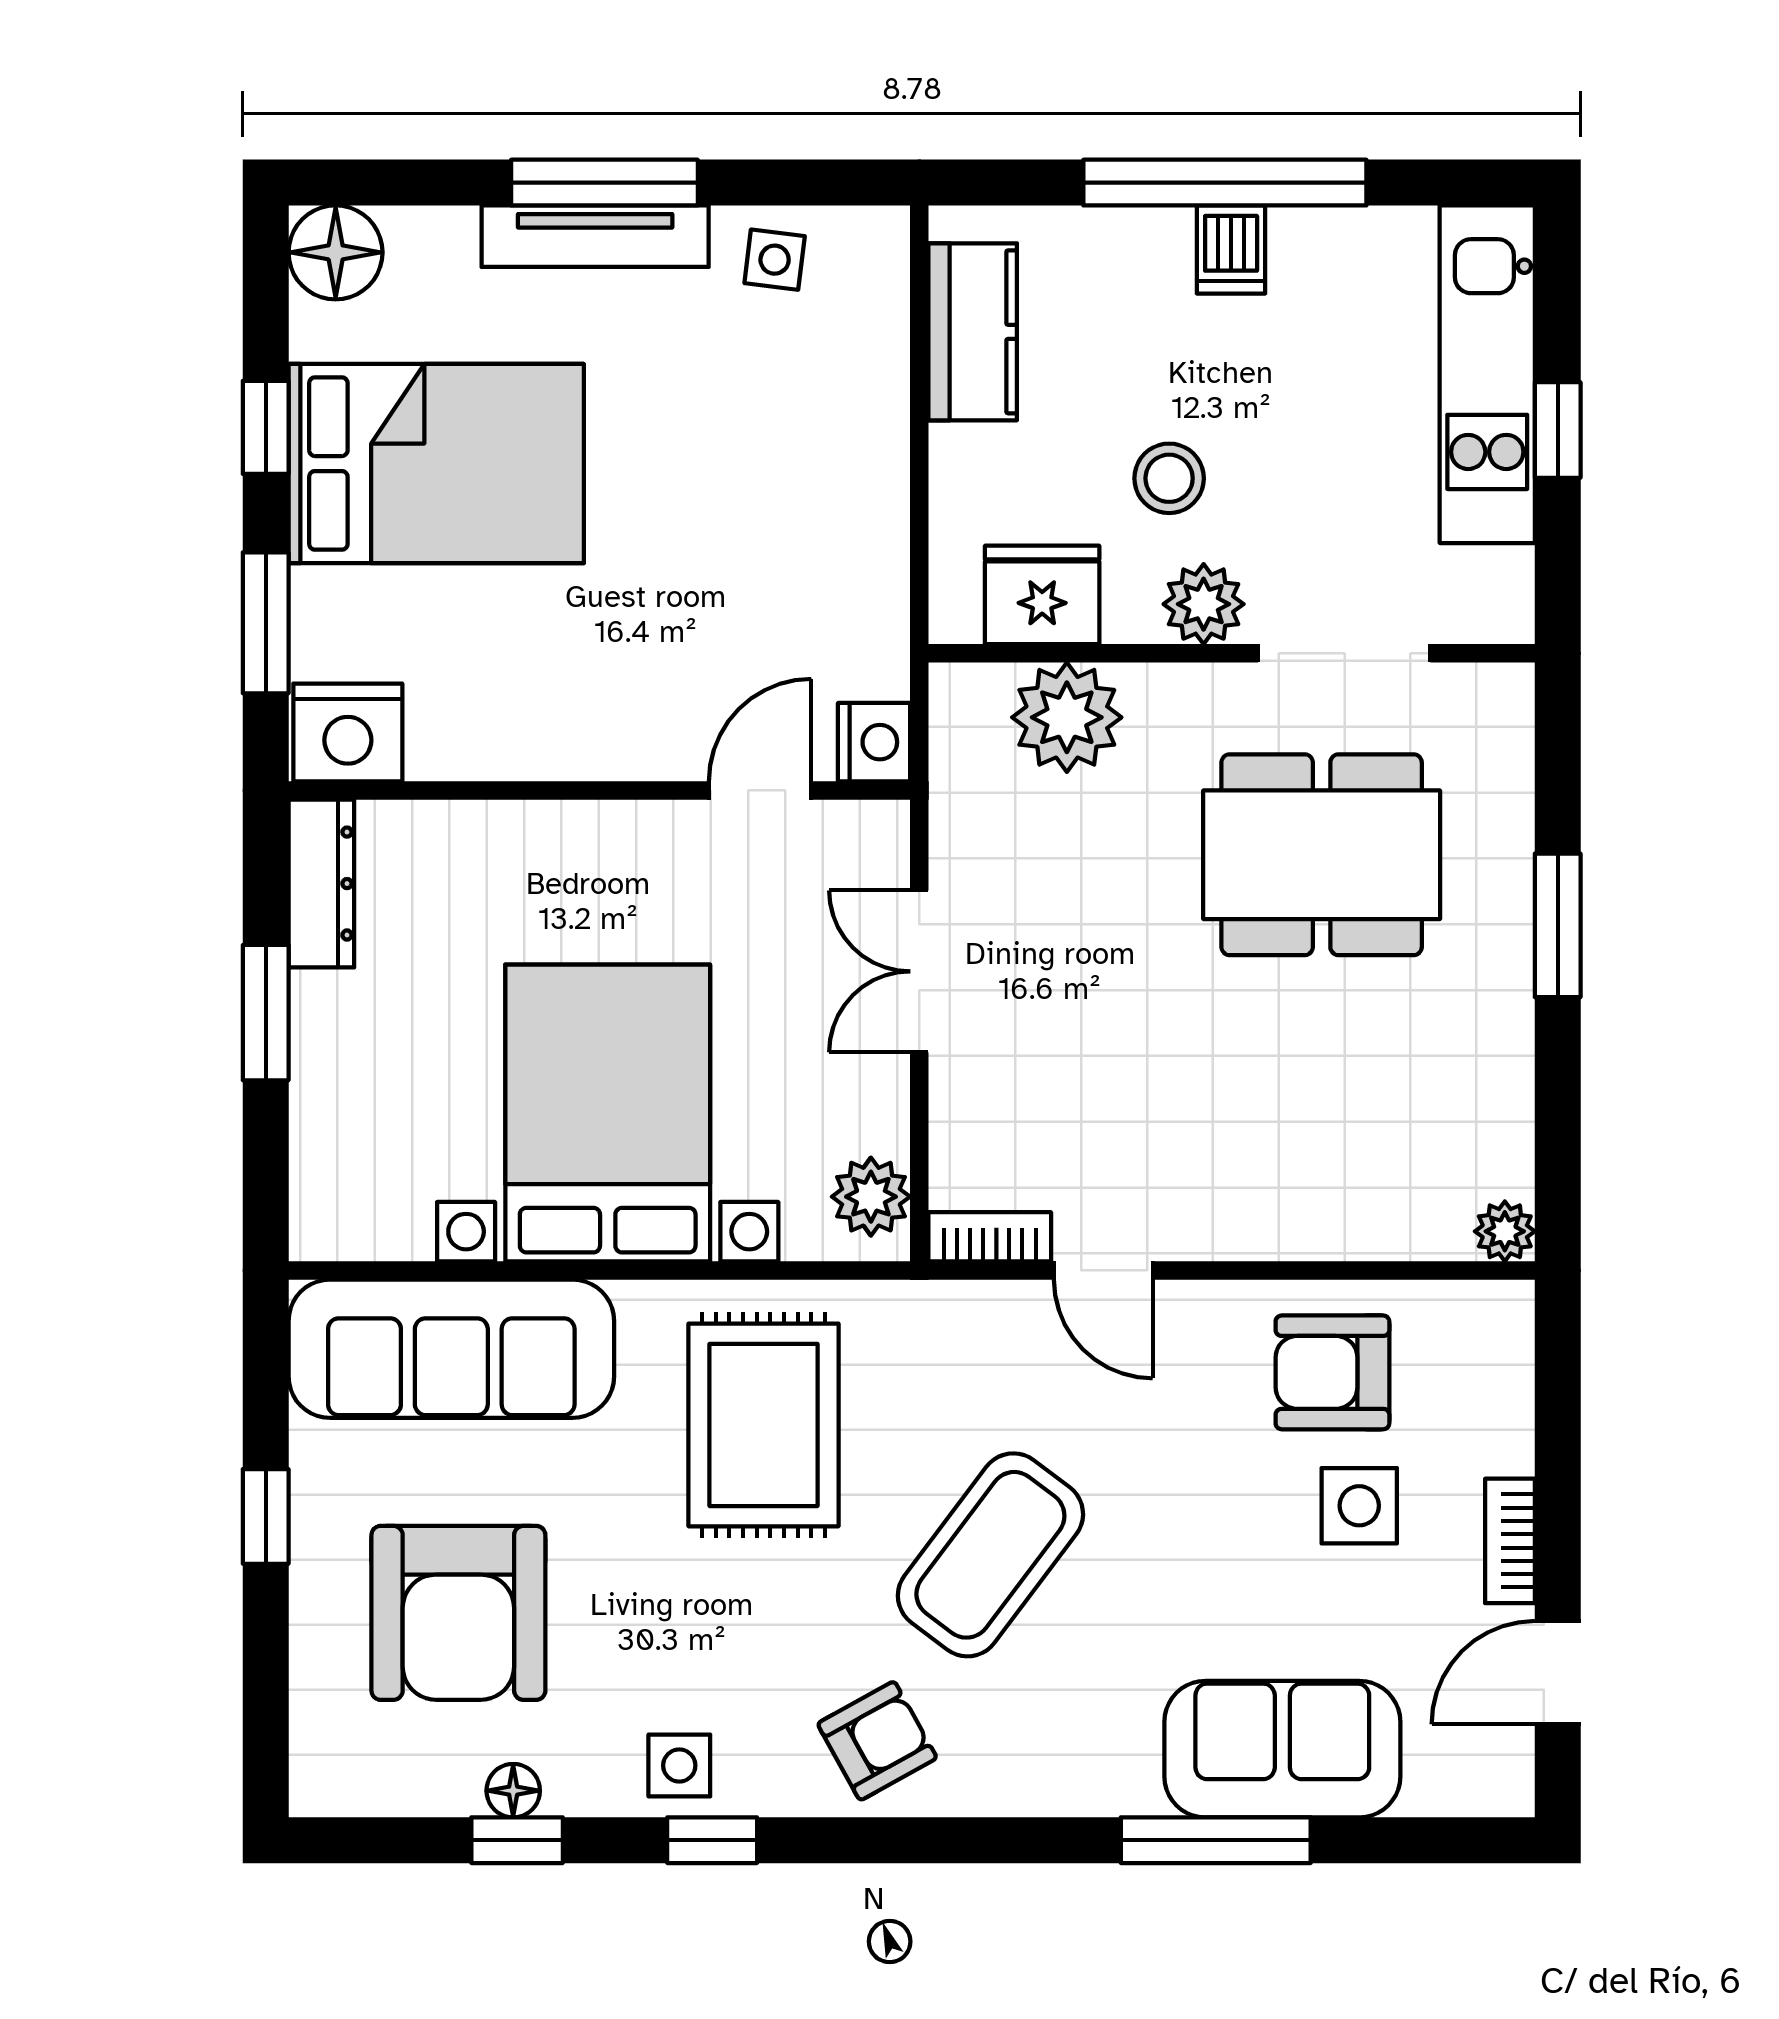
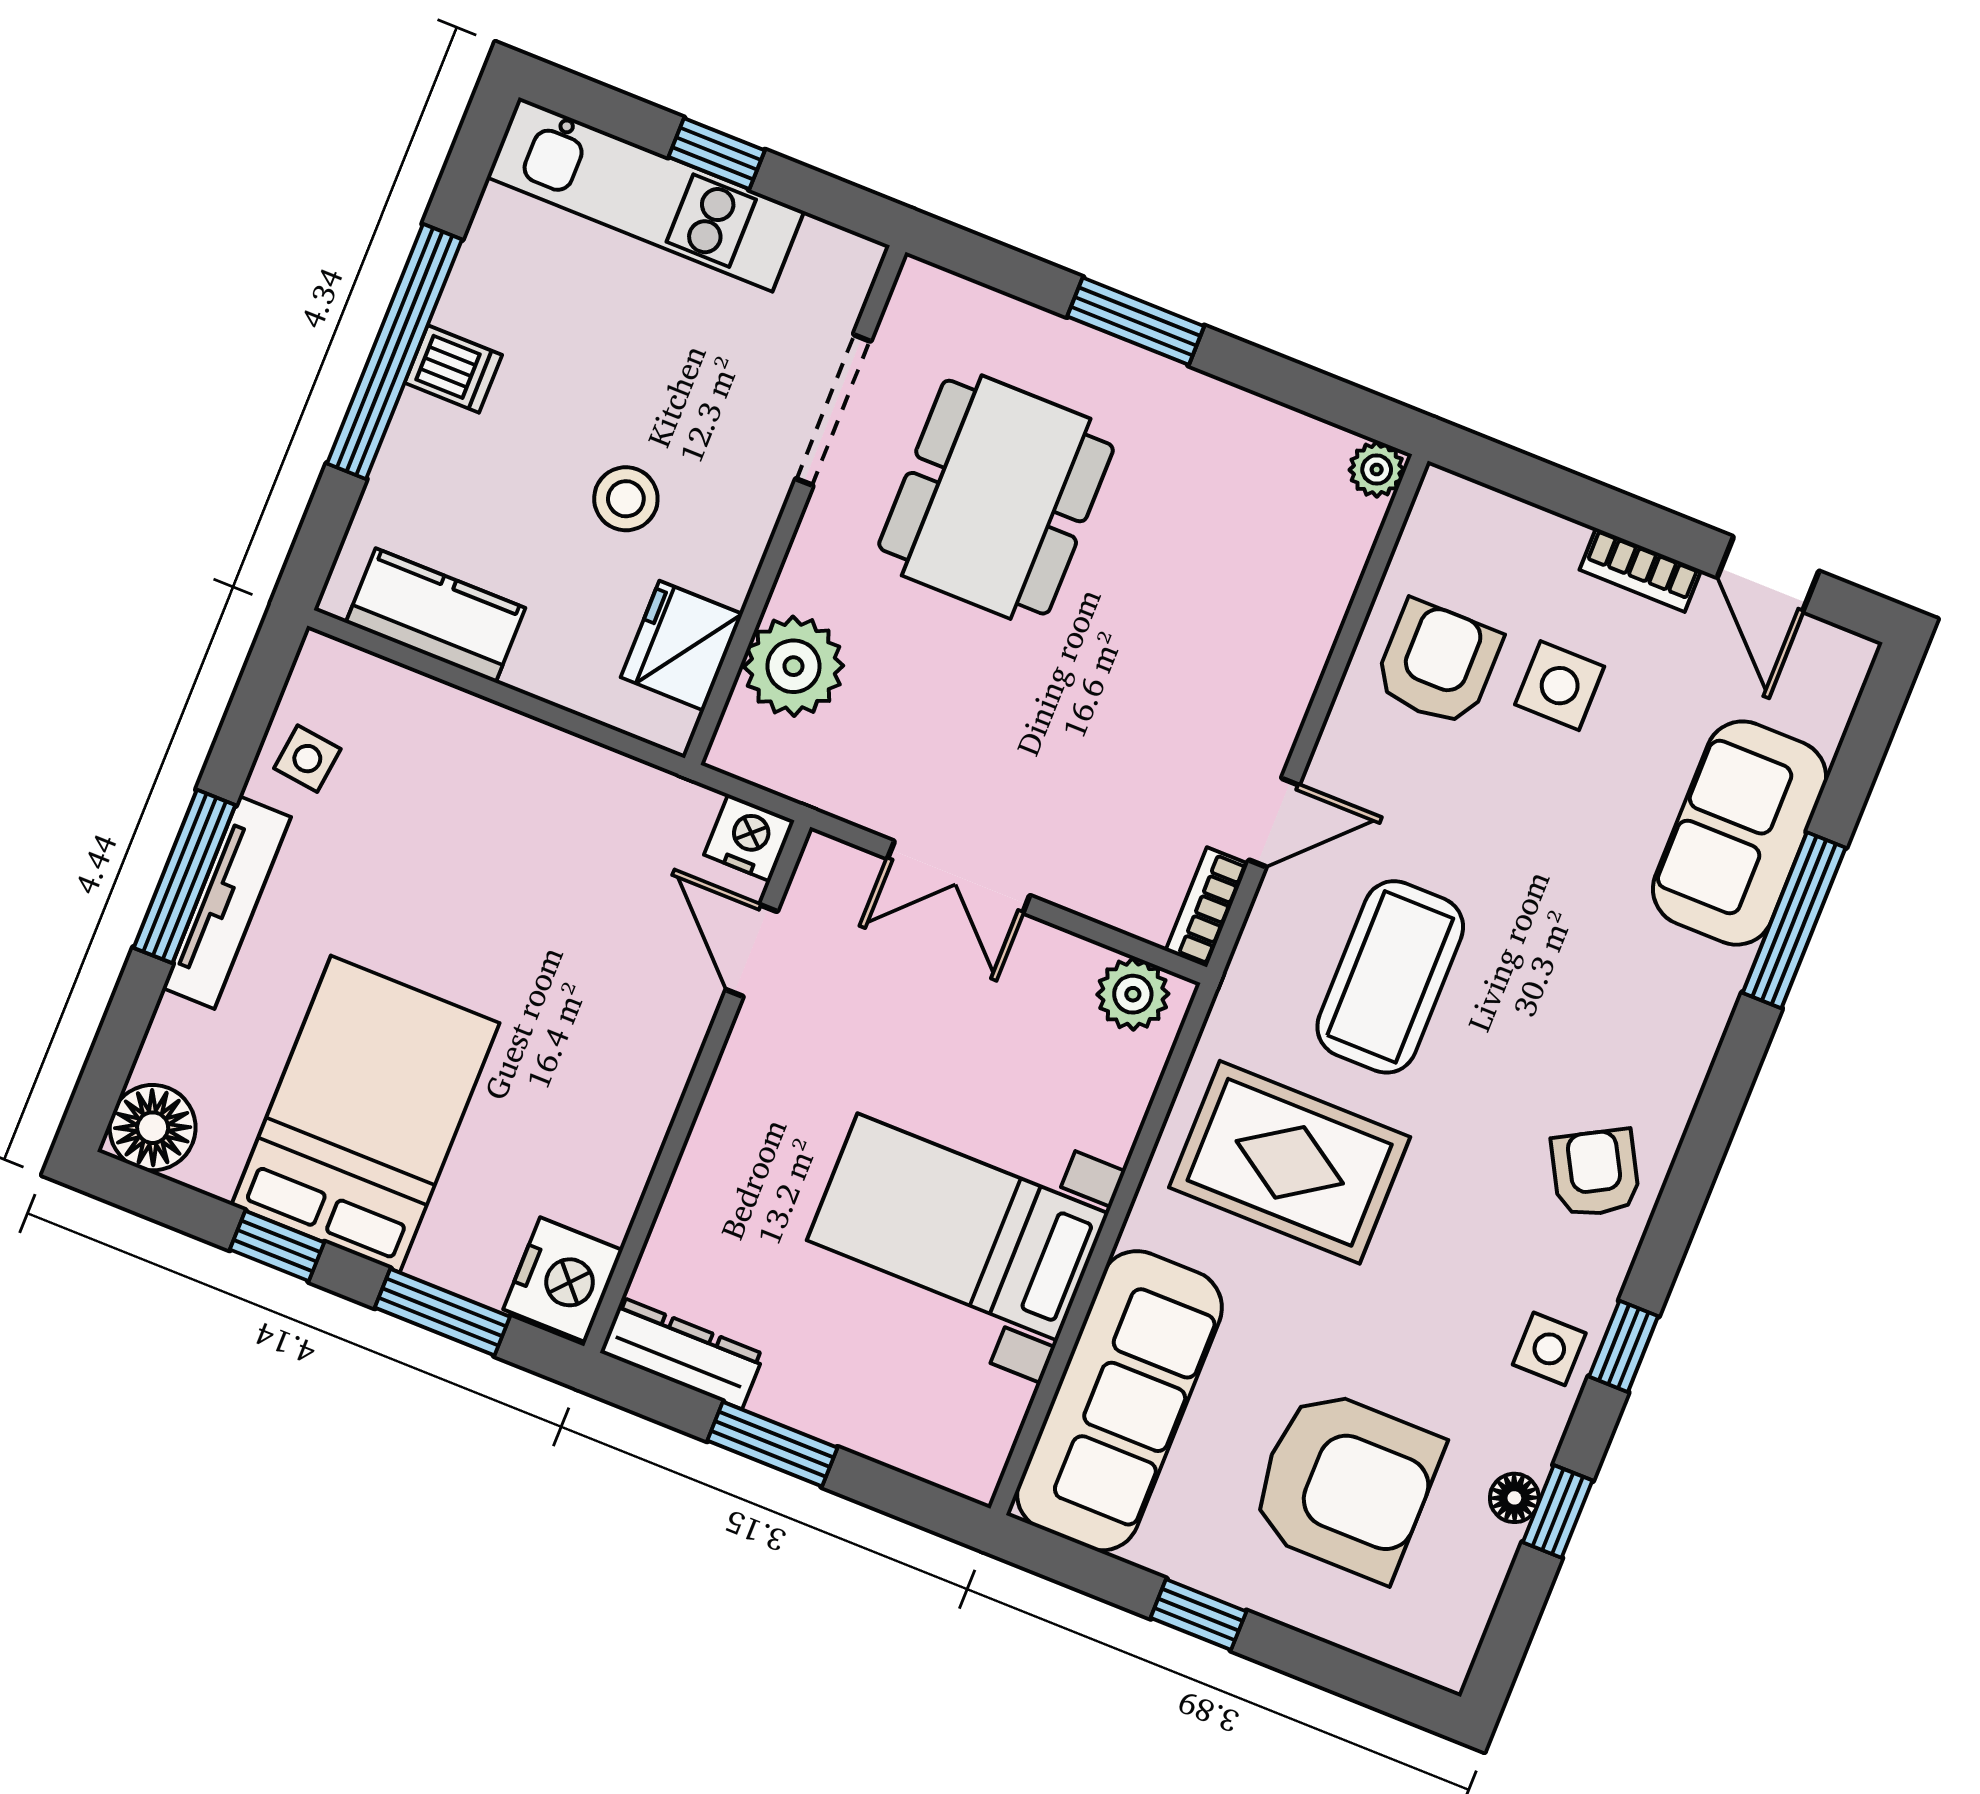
plant: (1204, 604) -> (744, 512), removed
bed with nightstands: (608, 1113) -> (958, 1227), width x0.73
armchair: (1332, 1372) -> (1438, 663), turned 180
coffee table: (990, 1555) -> (1390, 977), moved, turned 53

